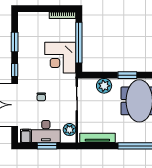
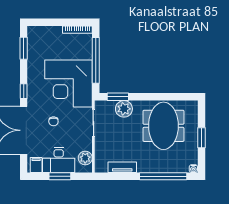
window: (15, 42) -> (24, 48), moved
corner desk: (60, 58) -> (69, 84), width x1.36, depth x1.36
window: (127, 75) -> (118, 97), moved
tv unit: (97, 138) -> (122, 167), width x0.71

